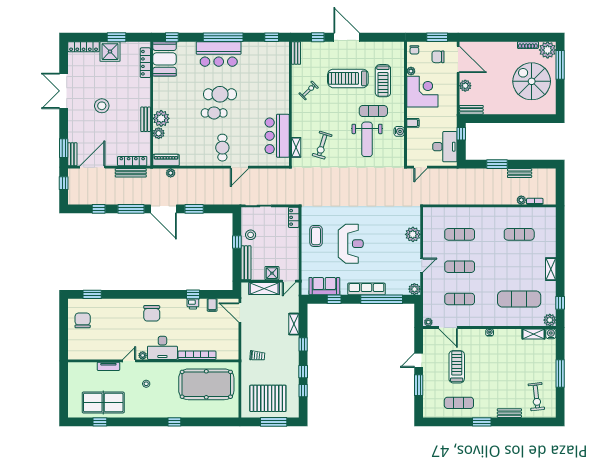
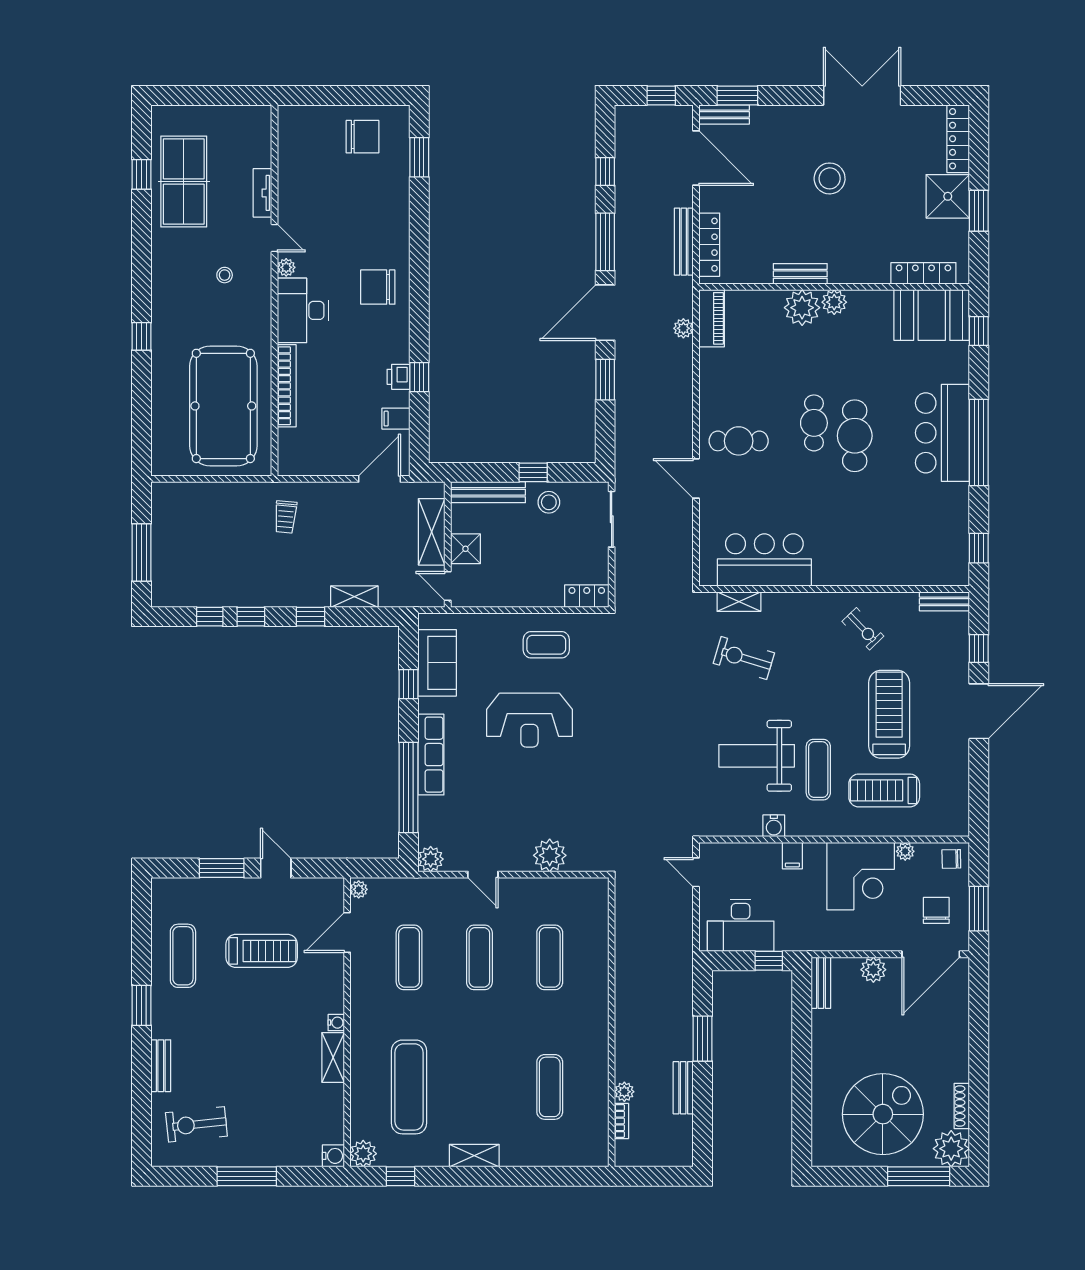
plant: (159, 133) -> (834, 302), moved
shelving: (533, 334) -> (333, 1057), moved
pallet: (268, 398) -> (193, 540), removed

